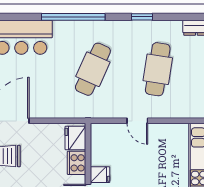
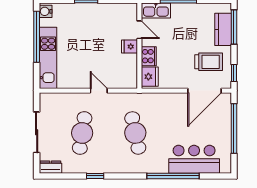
window: (73, 17) -> (173, 176), moved
cafe table: (93, 69) -> (135, 133), turned -36

